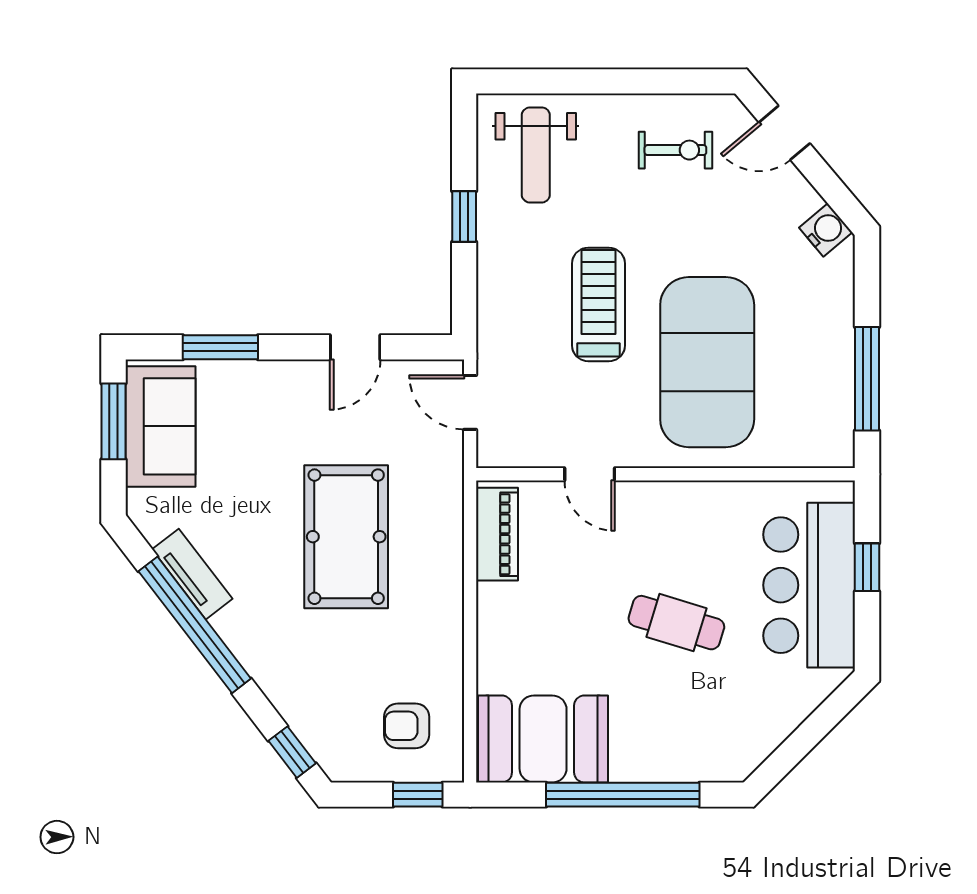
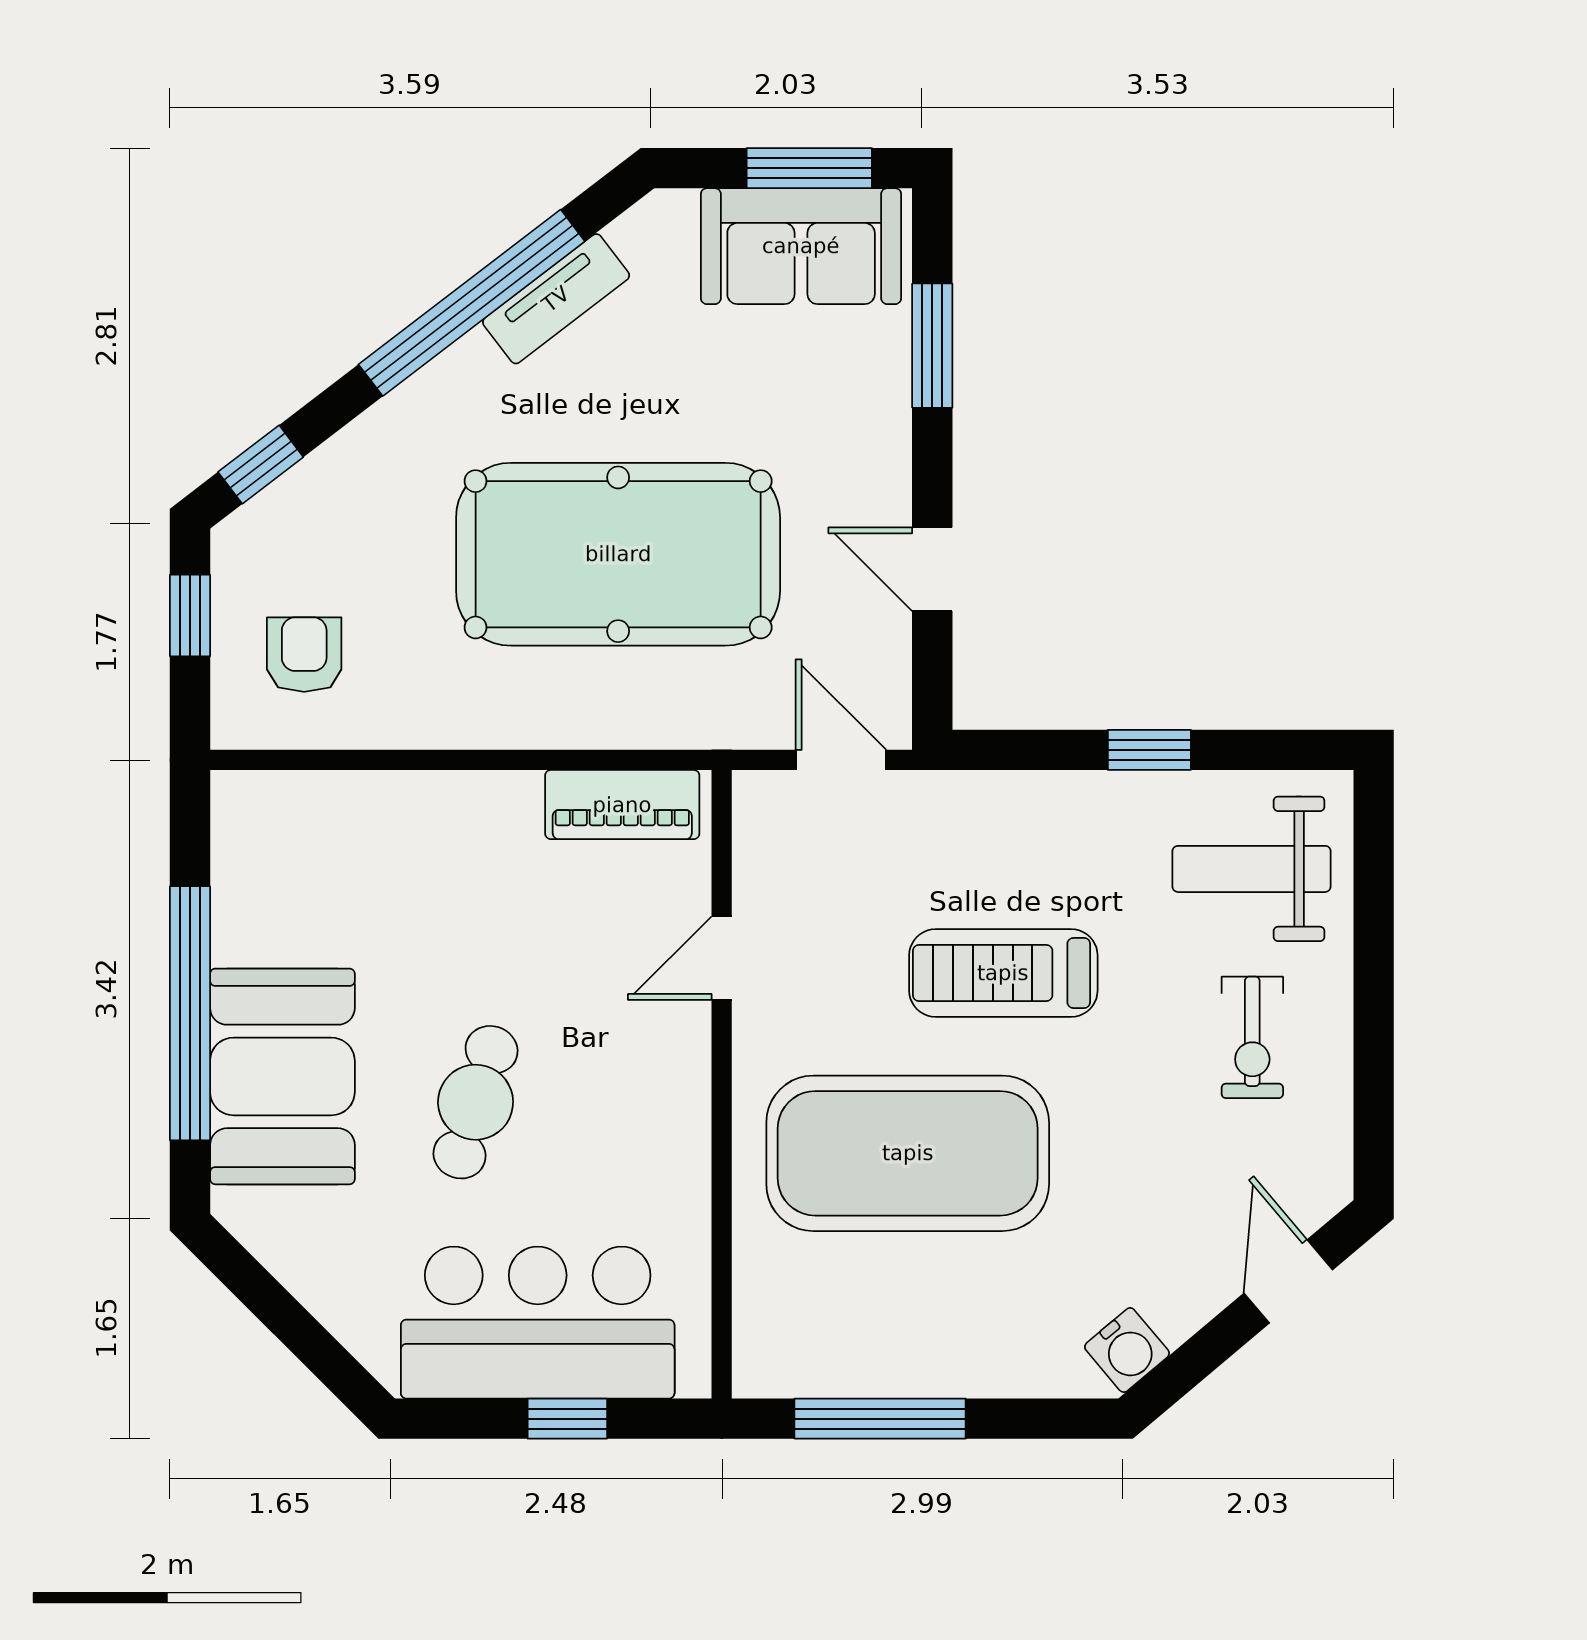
exercise bike: (675, 150) -> (1252, 1037), moved
treadmill: (599, 304) -> (1003, 973), turned 180
door: (470, 402) -> (841, 760), hinge flipped
pool table: (346, 537) -> (618, 554), width x1.36, depth x1.32
booth: (543, 739) -> (282, 1076), moved
window: (418, 795) -> (190, 615), moved

